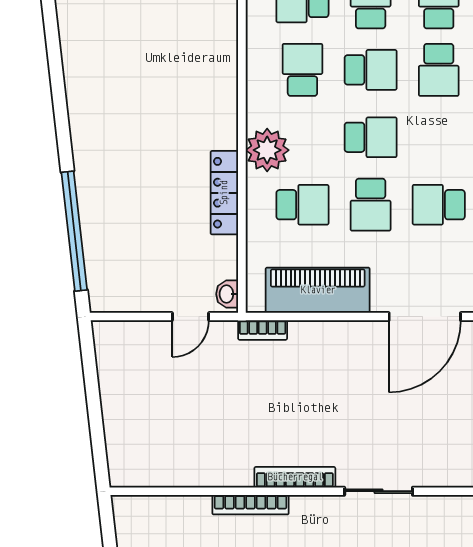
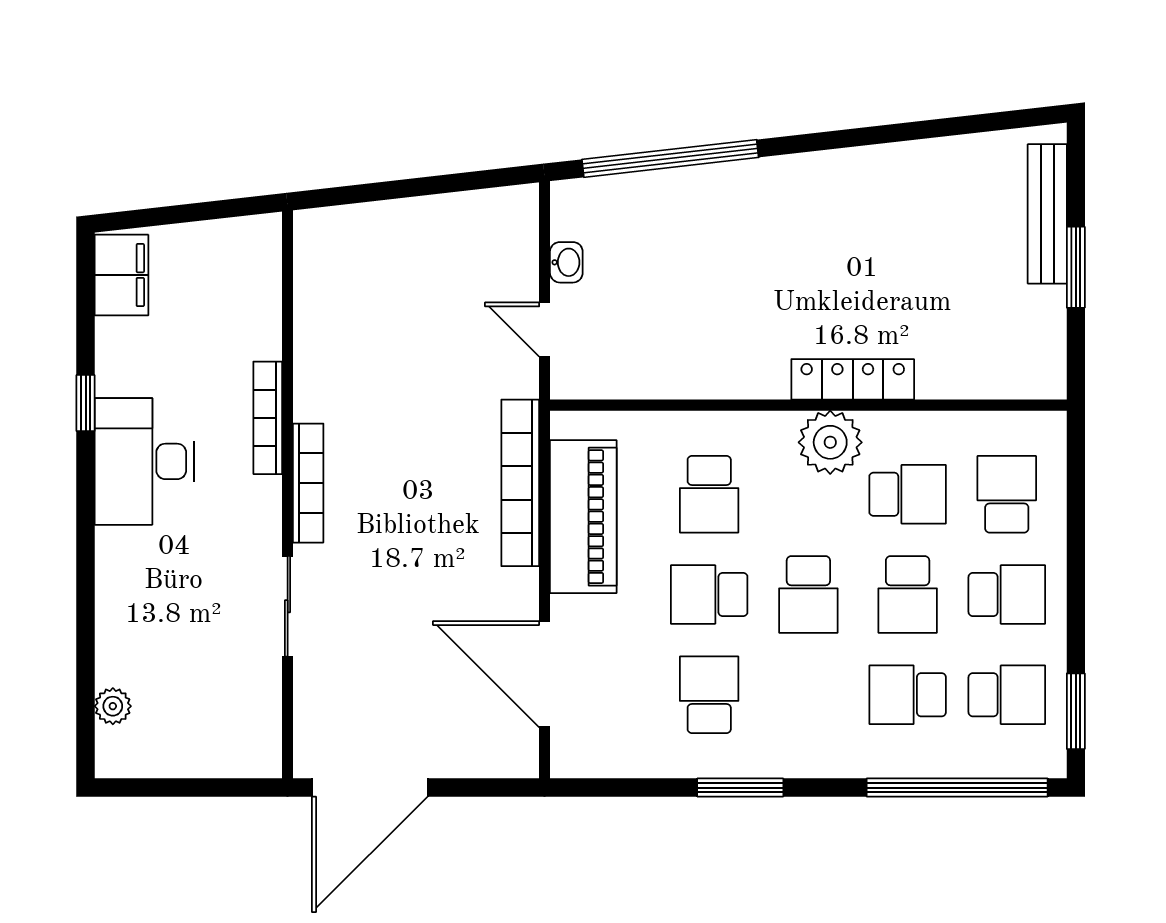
plant: (267, 150) -> (830, 442), moved
locker: (224, 193) -> (853, 379), moved
washbasin: (227, 294) -> (566, 262), moved, turned 90
bookcase: (263, 330) -> (520, 483), width x2.31, depth x1.31

